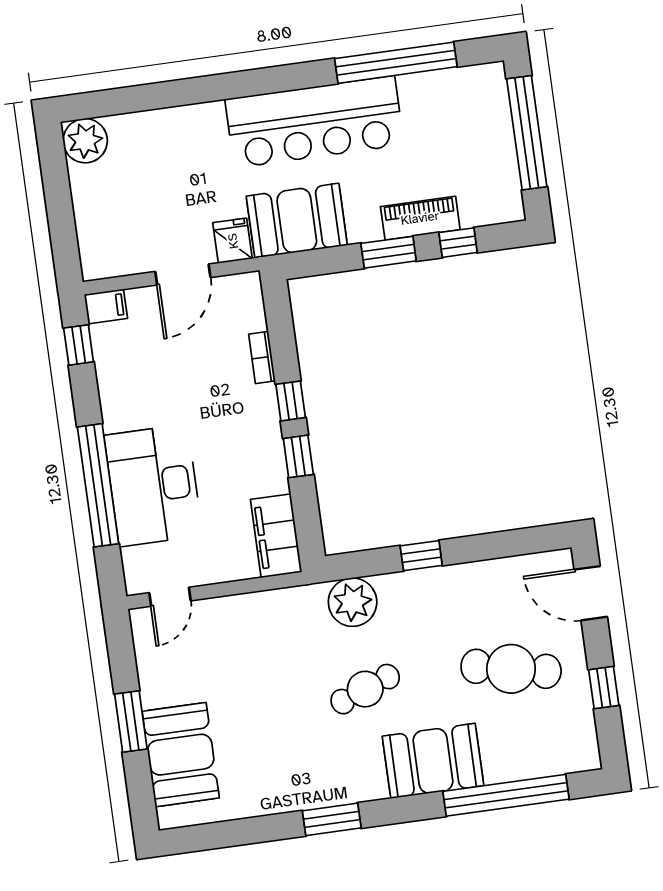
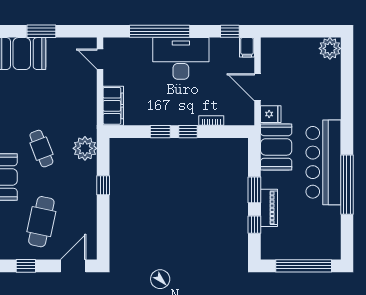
window: (396, 63) -> (347, 185), moved
desk: (153, 485) -> (181, 58), moved
filing cabinet: (276, 536) -> (113, 106), moved, turned 90

